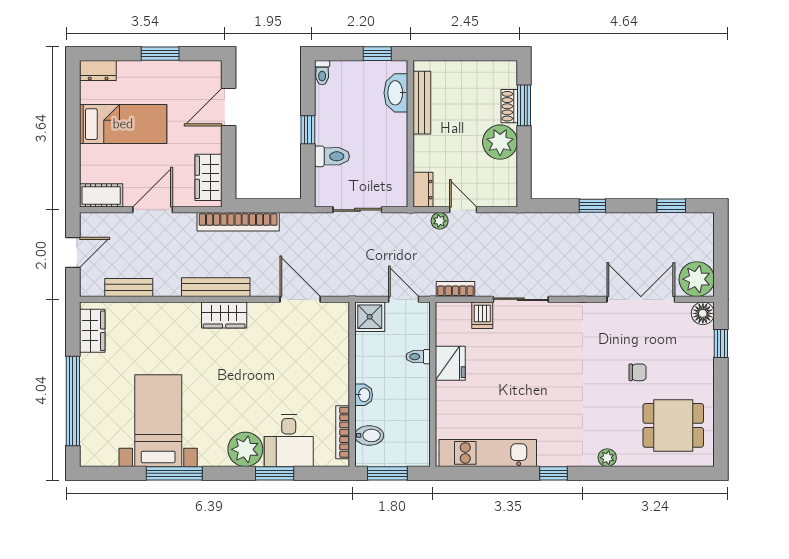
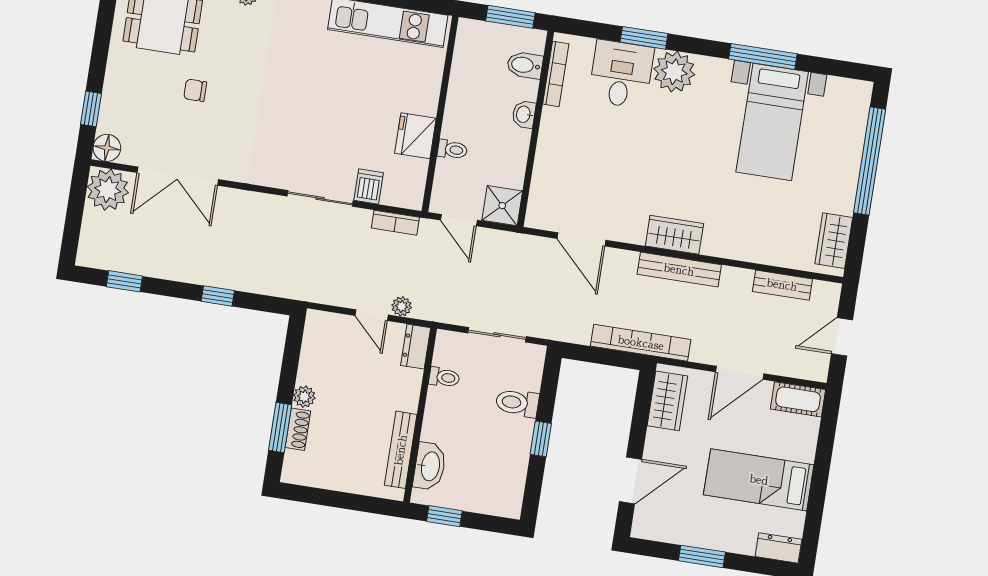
toilet: (322, 73) -> (444, 377), moved, turned 90
plant: (500, 142) -> (304, 397), width x0.53, depth x0.53

